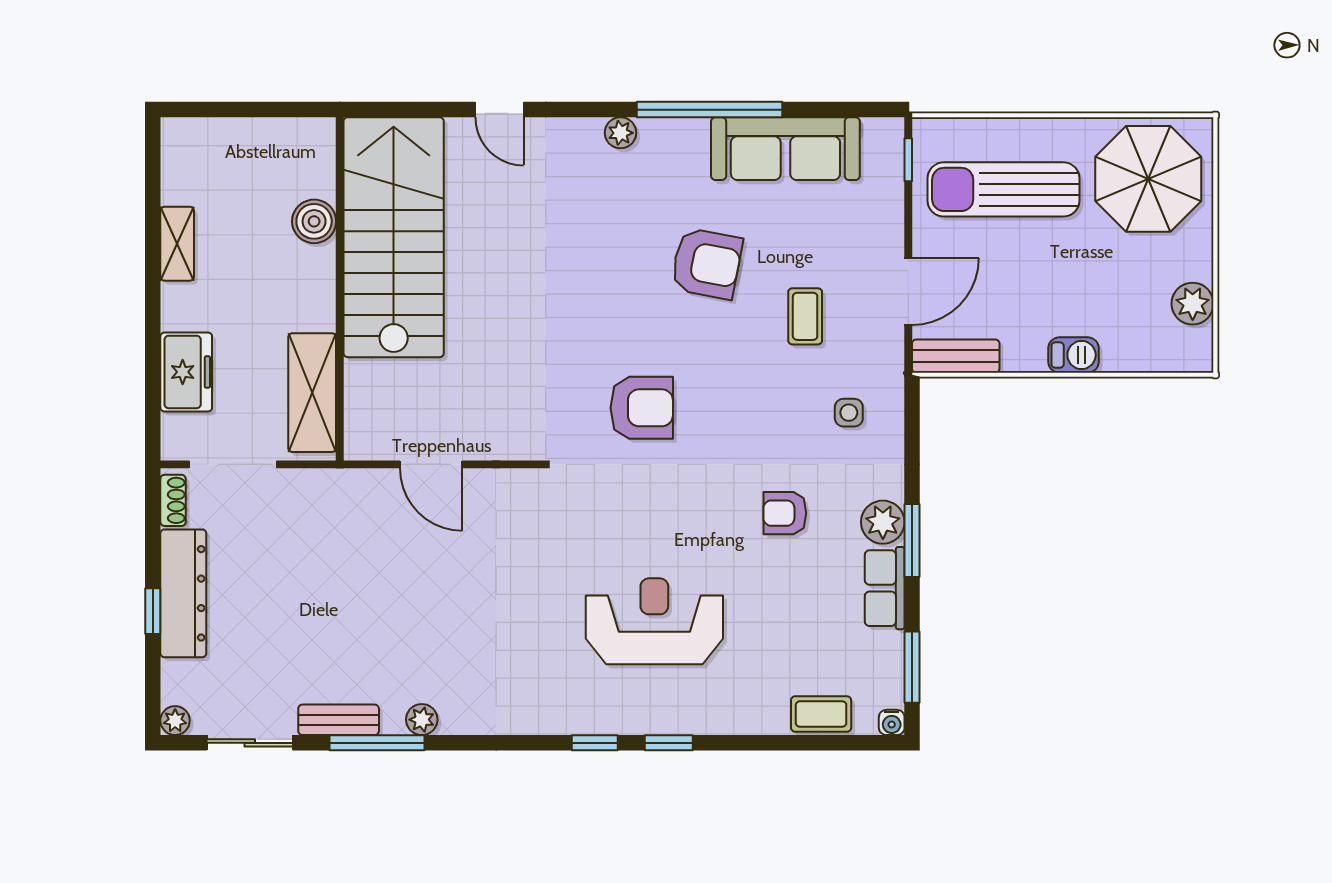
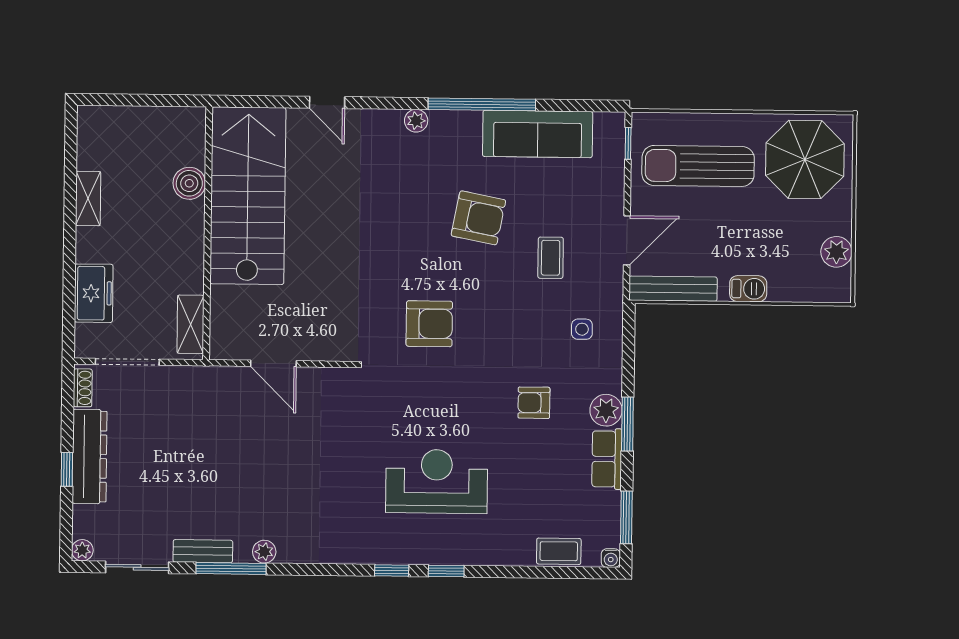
bench: (956, 356) -> (673, 289), width x1.36
shelving: (312, 393) -> (191, 324), width x0.67, depth x0.75

